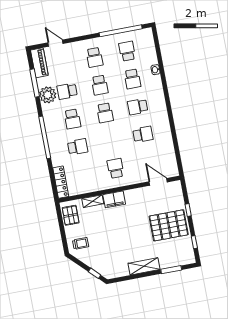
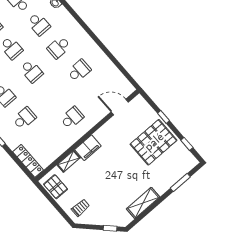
school desk: (115, 168) -> (72, 118), turned 90
shelving: (144, 266) -> (143, 203), moved

